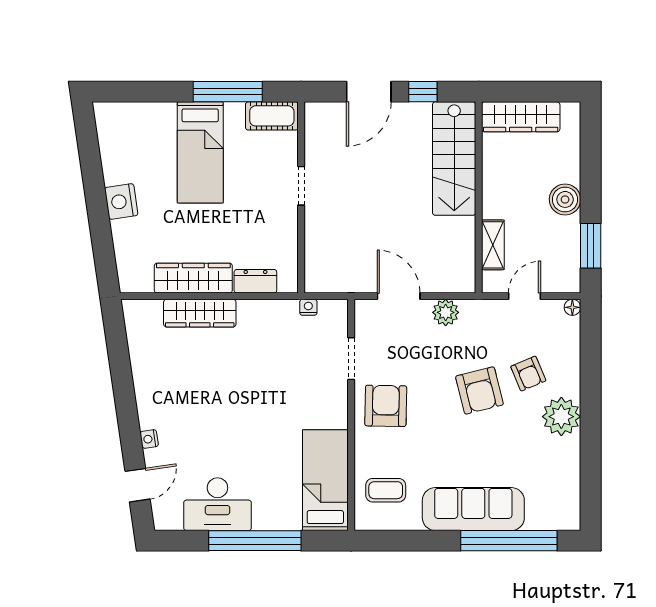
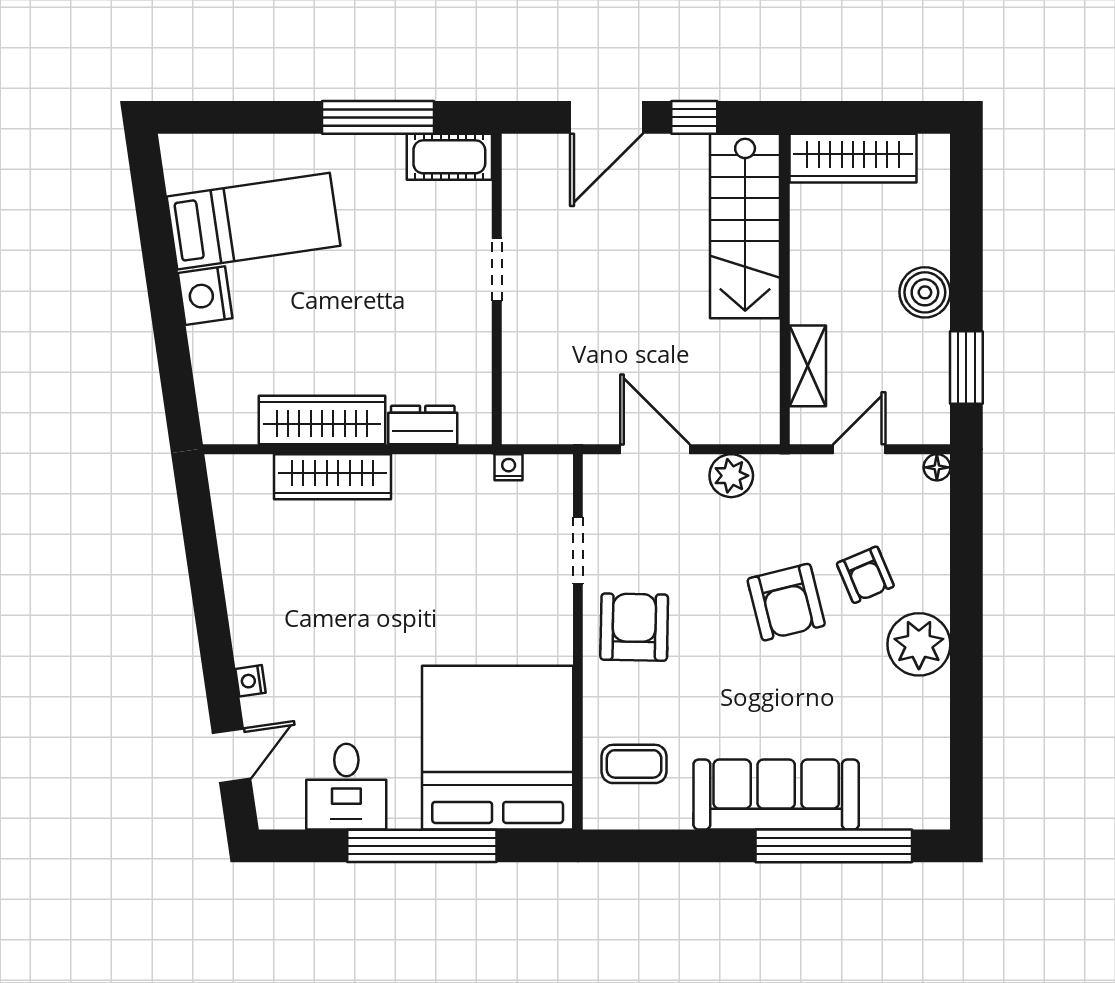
bed: (200, 152) -> (253, 221), moved, turned -98
bed: (325, 480) -> (498, 748), width x2.04
desk: (217, 504) -> (346, 787), width x0.73

